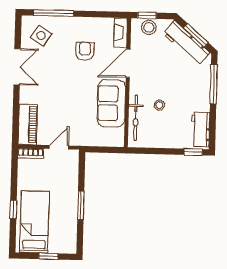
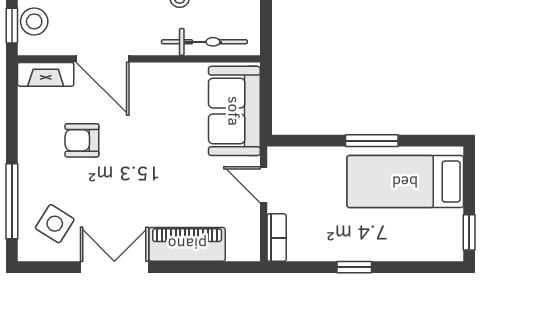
sofa: (111, 103) -> (234, 111), moved, turned 90
piano: (28, 124) -> (187, 244), moved
window: (13, 209) -> (354, 267), moved
bed: (34, 222) -> (405, 182), moved
window: (48, 256) -> (469, 232), moved

